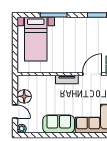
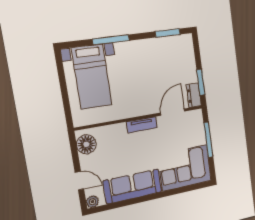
floor lamp: (24, 96) -> (86, 144), moved
sofa: (59, 124) -> (133, 186), width x1.36

